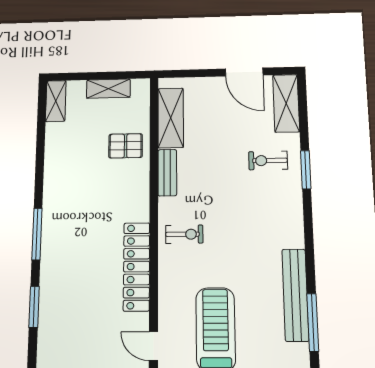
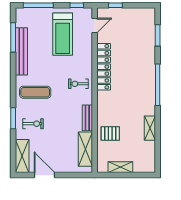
shelving: (56, 101) -> (150, 128), moved
exercise mat: (266, 218) -> (35, 92), added
window: (37, 234) -> (158, 85), width x1.46
window: (34, 307) -> (158, 35), moved
door: (153, 346) -> (95, 25), hinge flipped

